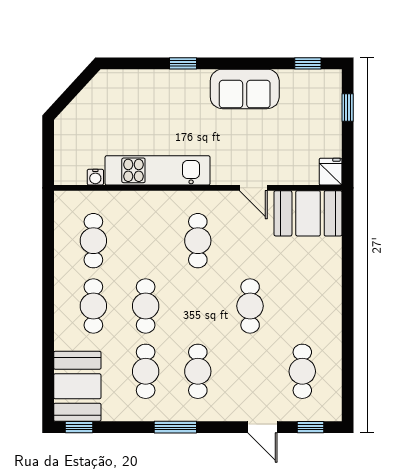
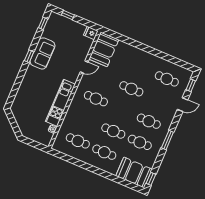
window: (183, 63) -> (29, 56), moved

